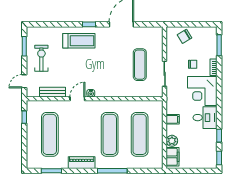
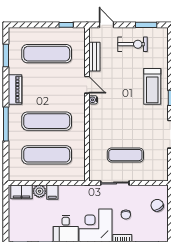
filing cabinet: (173, 119) -> (52, 192), moved

